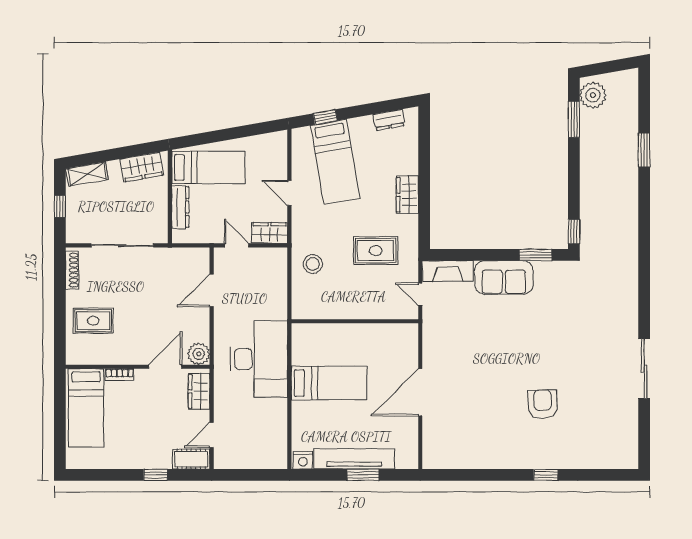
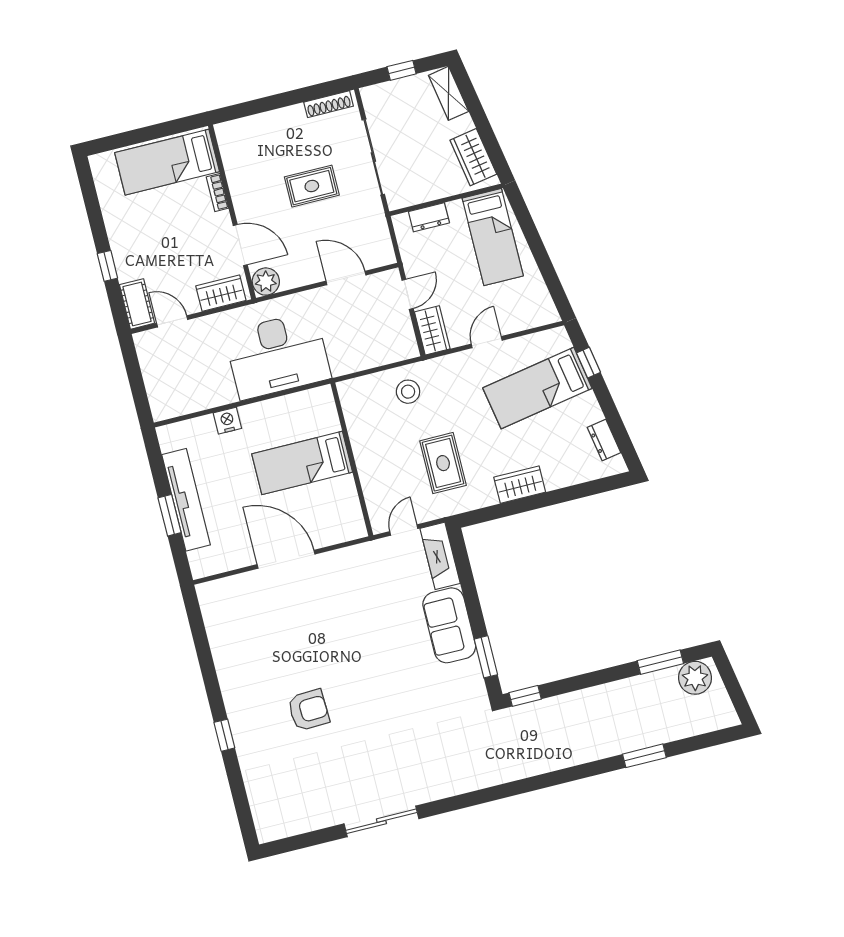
dresser: (180, 207) -> (429, 217), width x0.70
rug: (93, 321) -> (312, 186), moved, turned 90
bed: (329, 383) -> (302, 463), moved, turned 90
nightstand: (303, 460) -> (227, 421), moved, turned 90

